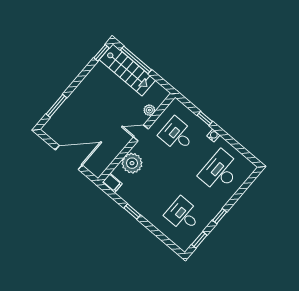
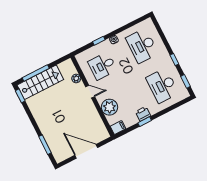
door: (141, 133) -> (90, 92), swing flipped
door: (69, 157) -> (86, 151), hinge flipped
printer: (140, 206) -> (143, 114), added
desk: (183, 215) -> (162, 86), width x1.37

